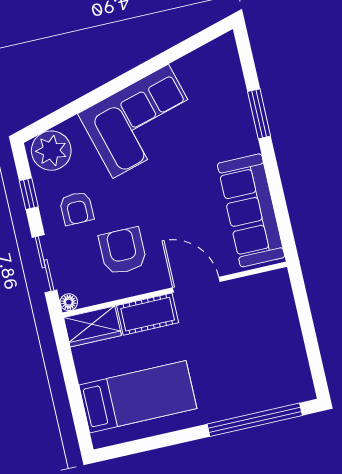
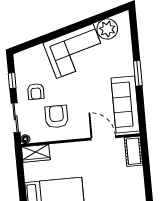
window: (259, 114) -> (138, 73), moved
plant: (51, 151) -> (107, 29), moved
door: (196, 285) -> (103, 138), moved
cot: (148, 314) -> (133, 151), moved, turned 90

